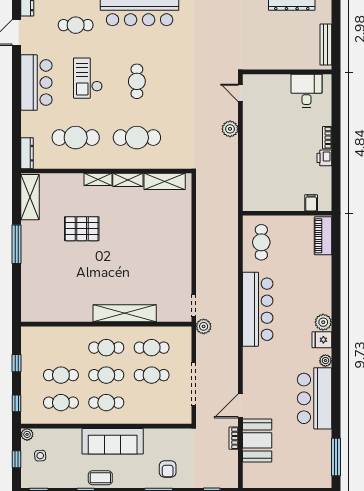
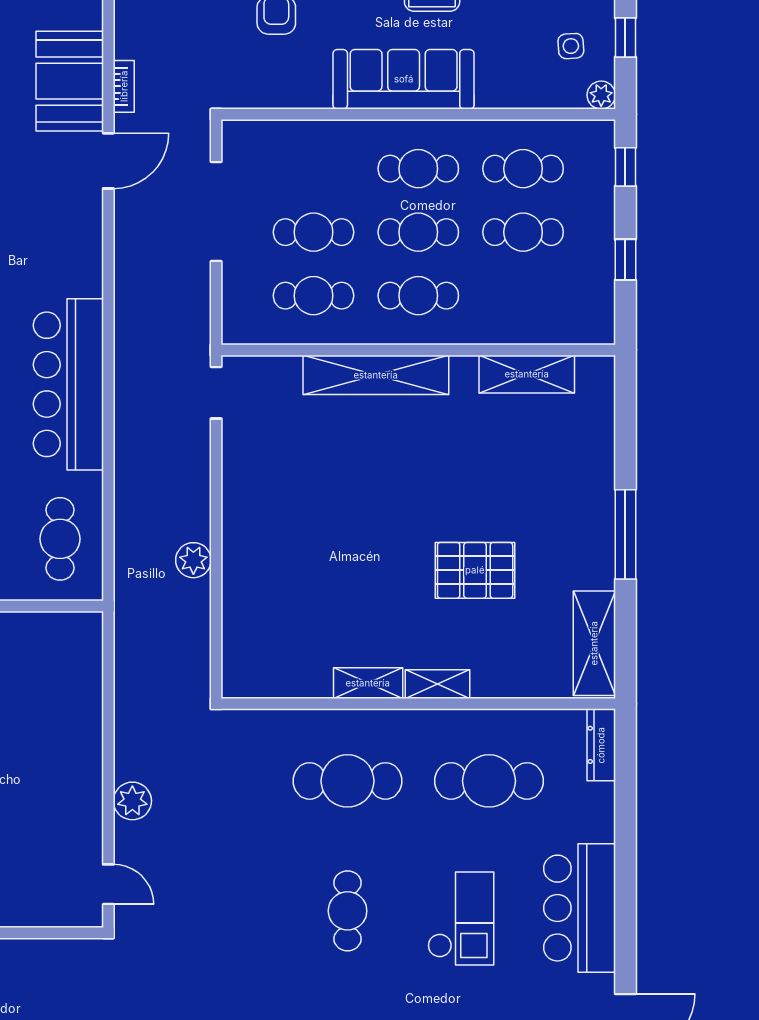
shelving: (165, 181) -> (527, 374), moved
plant: (204, 326) -> (193, 560), moved

